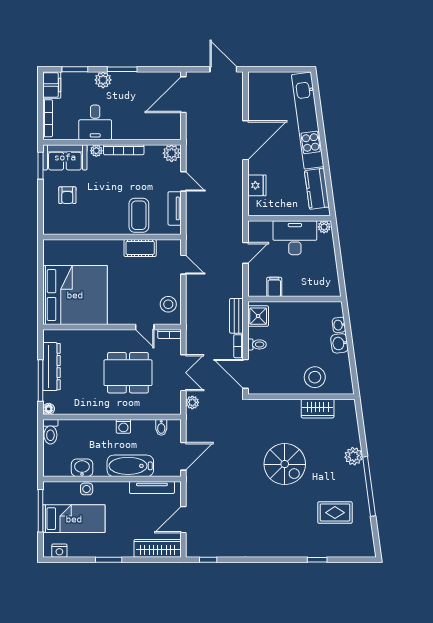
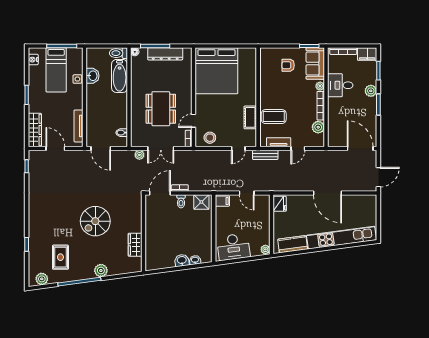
plant: (172, 153) -> (318, 127), moved
fridge: (257, 185) -> (280, 204), moved, turned -90
desk: (295, 238) -> (233, 247), moved, turned 82
filing cabinet: (274, 287) -> (222, 201), moved
bench: (236, 316) -> (265, 155), moved
stool: (315, 377) -> (158, 243), removed
washing machine: (123, 426) -> (122, 105), removed
bathtub: (130, 466) -> (120, 76), moved, turned 180
plant: (365, 539) -> (42, 279), added

